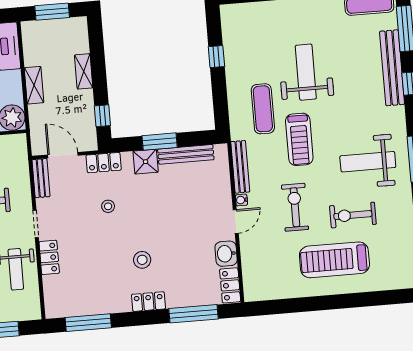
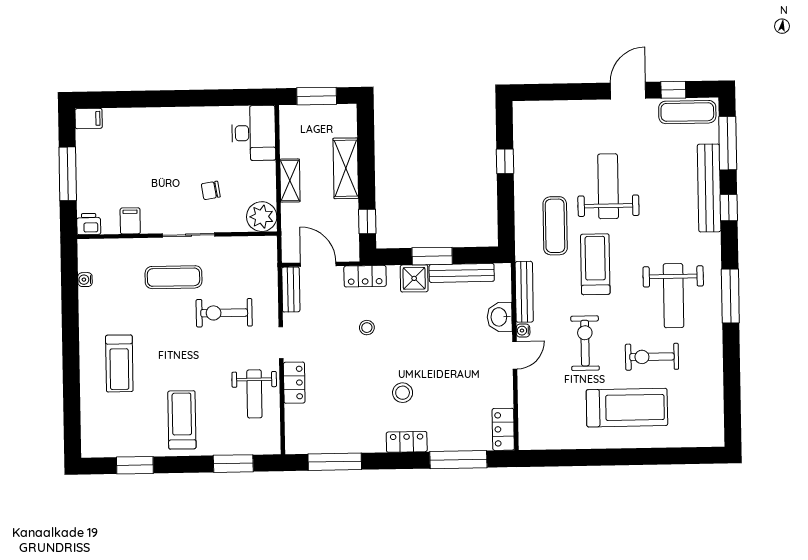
shelving: (84, 71) -> (346, 168), width x1.50, depth x1.33
treadmill: (299, 139) -> (595, 264), turned 180
weight bench: (368, 162) -> (673, 296), turned -90
washbasin: (226, 254) -> (500, 317), moved
treadmill: (334, 260) -> (627, 408), turned 180

